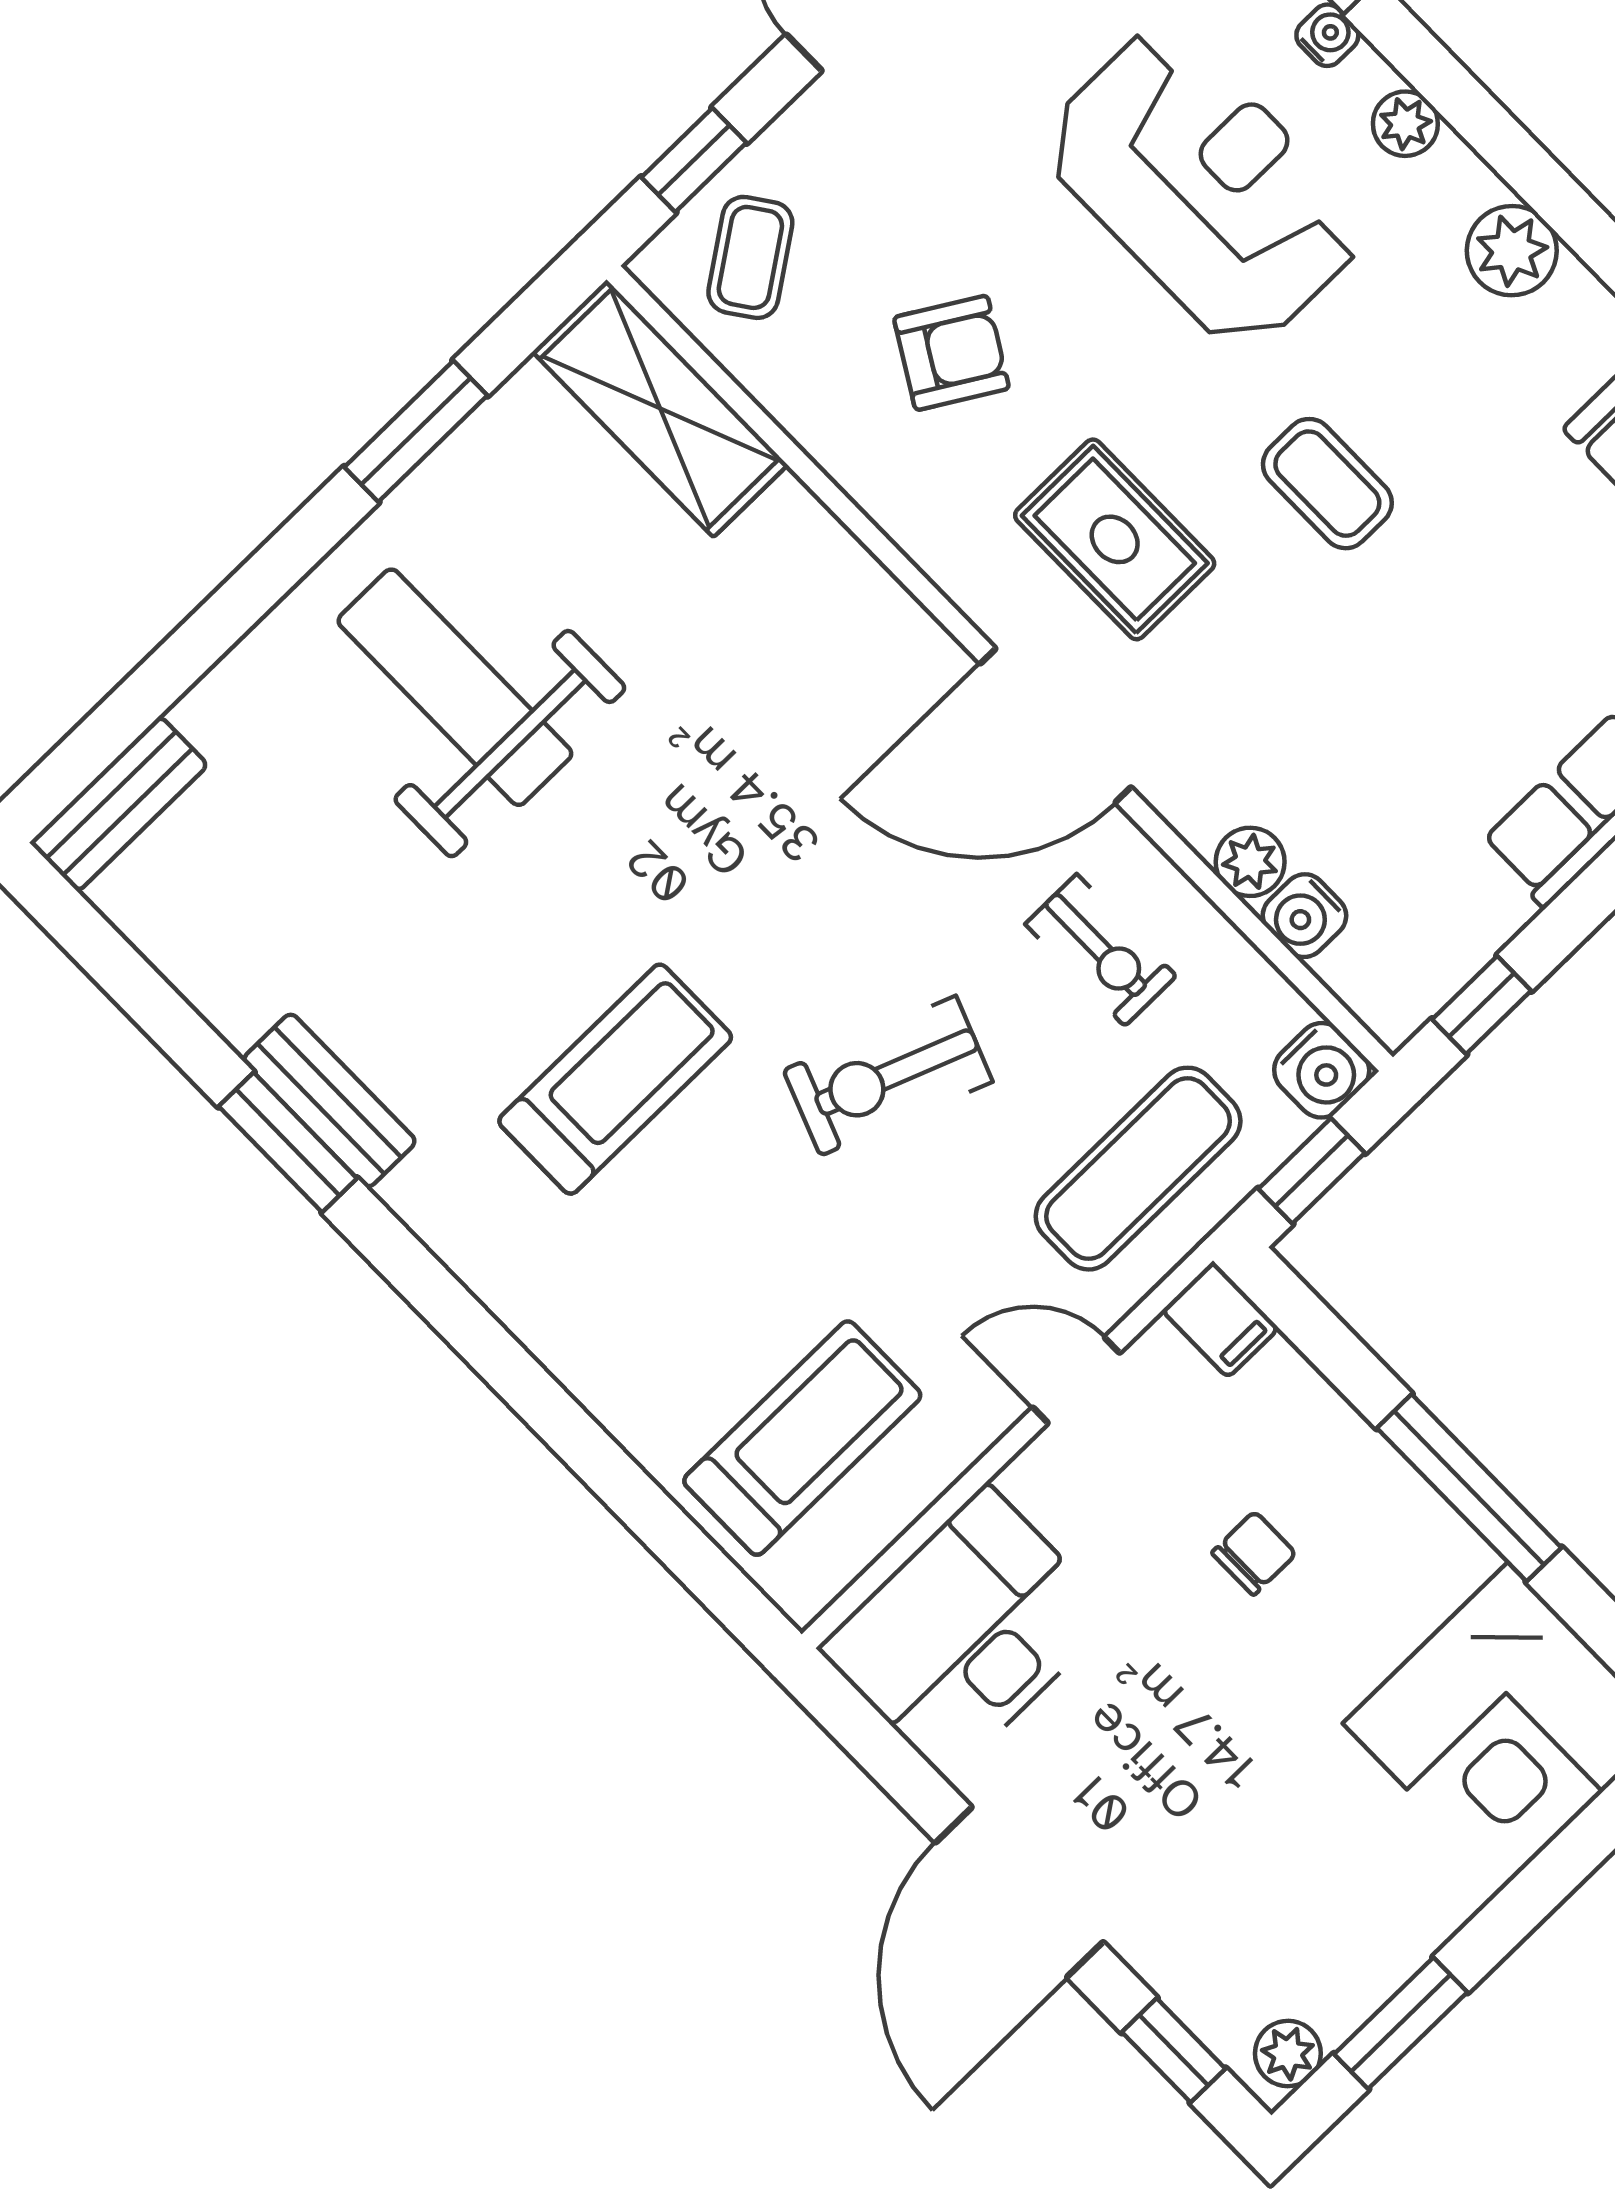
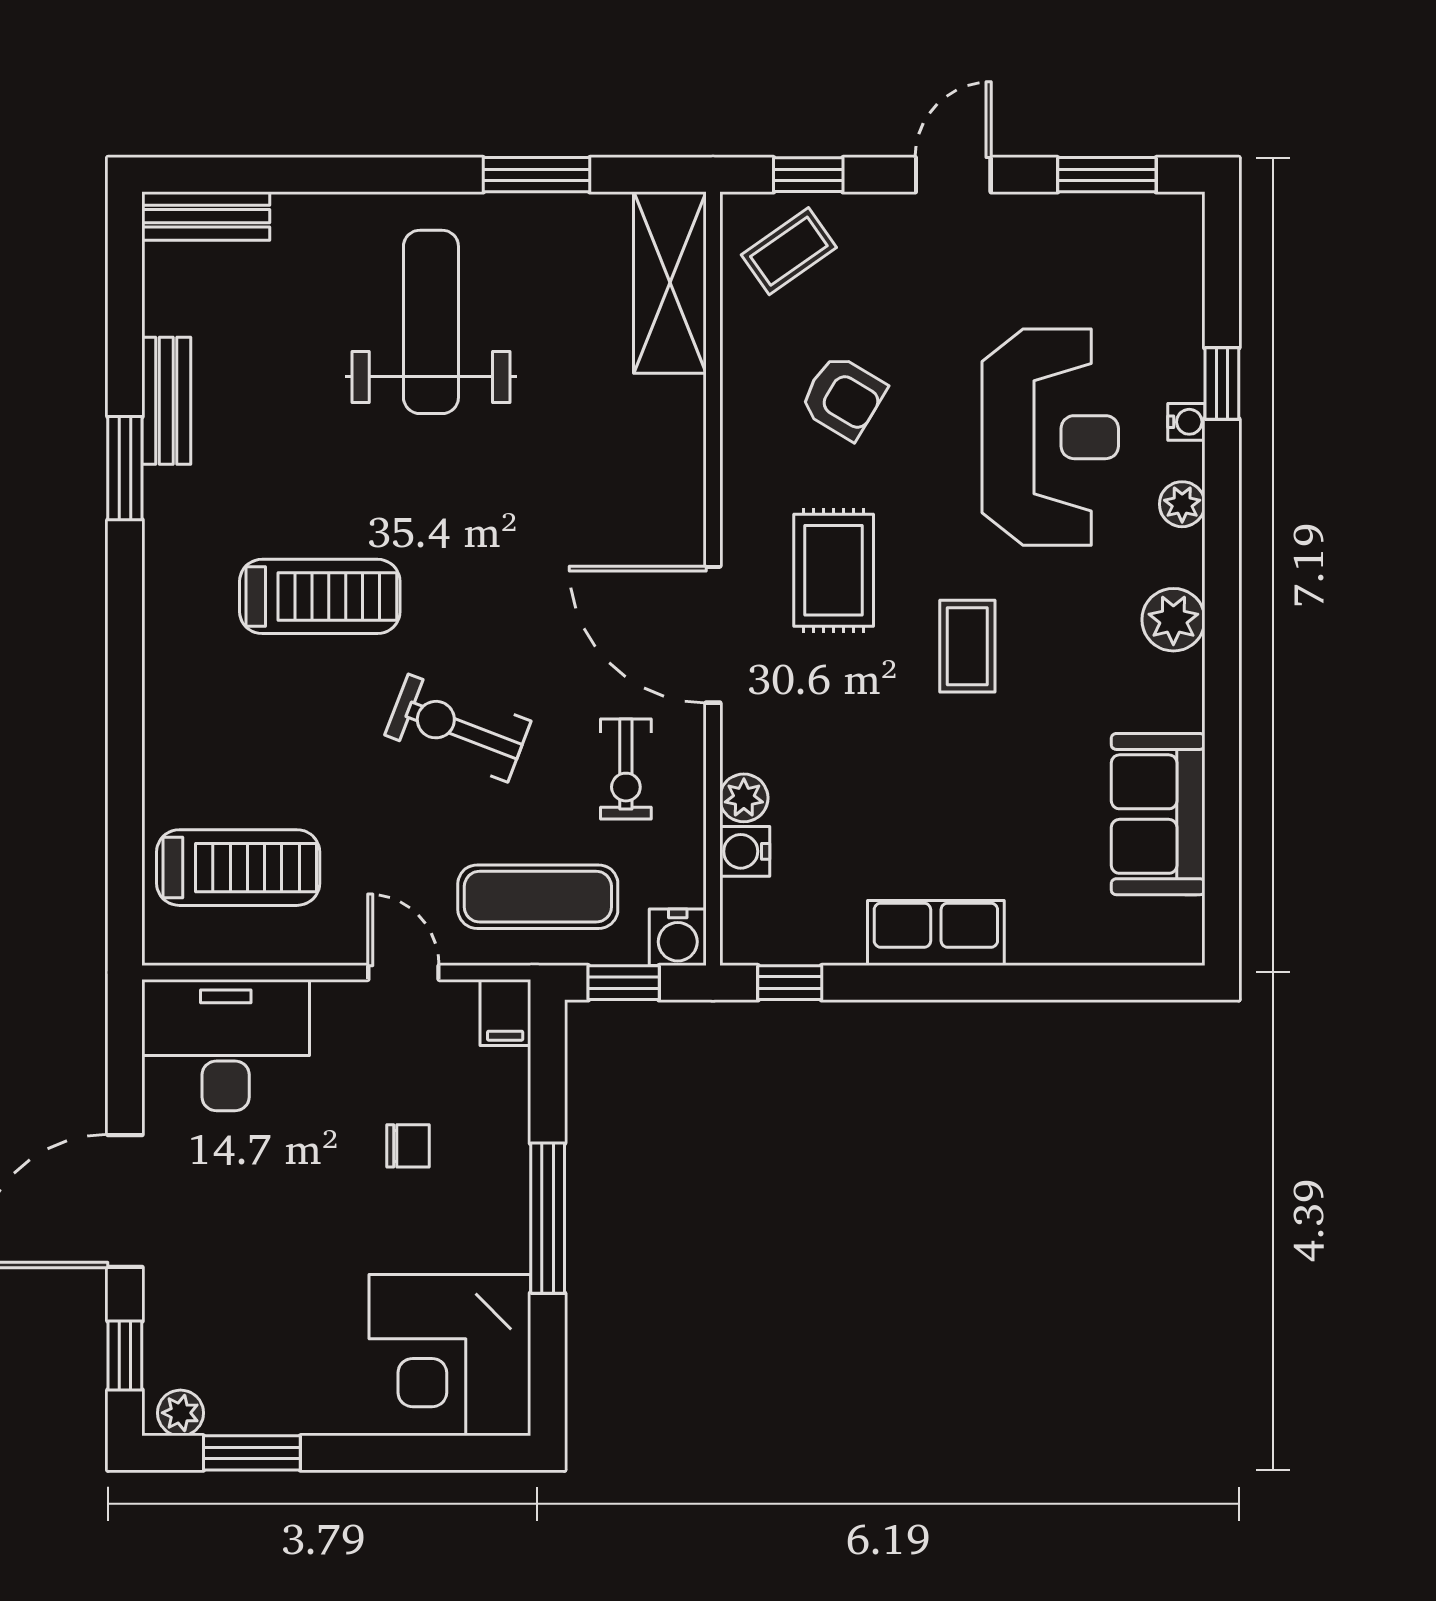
bench: (329, 1100) -> (166, 401), moved

